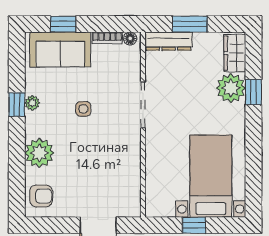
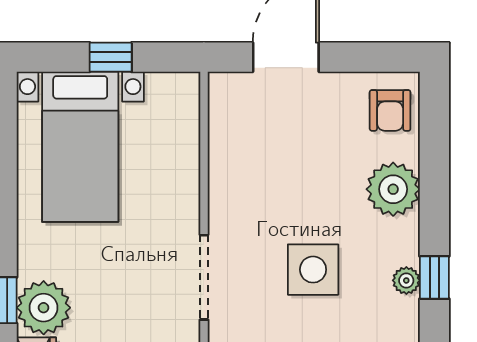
side table: (83, 109) -> (313, 270), width x1.87, depth x1.87
armchair: (41, 196) -> (390, 110), turned -90

